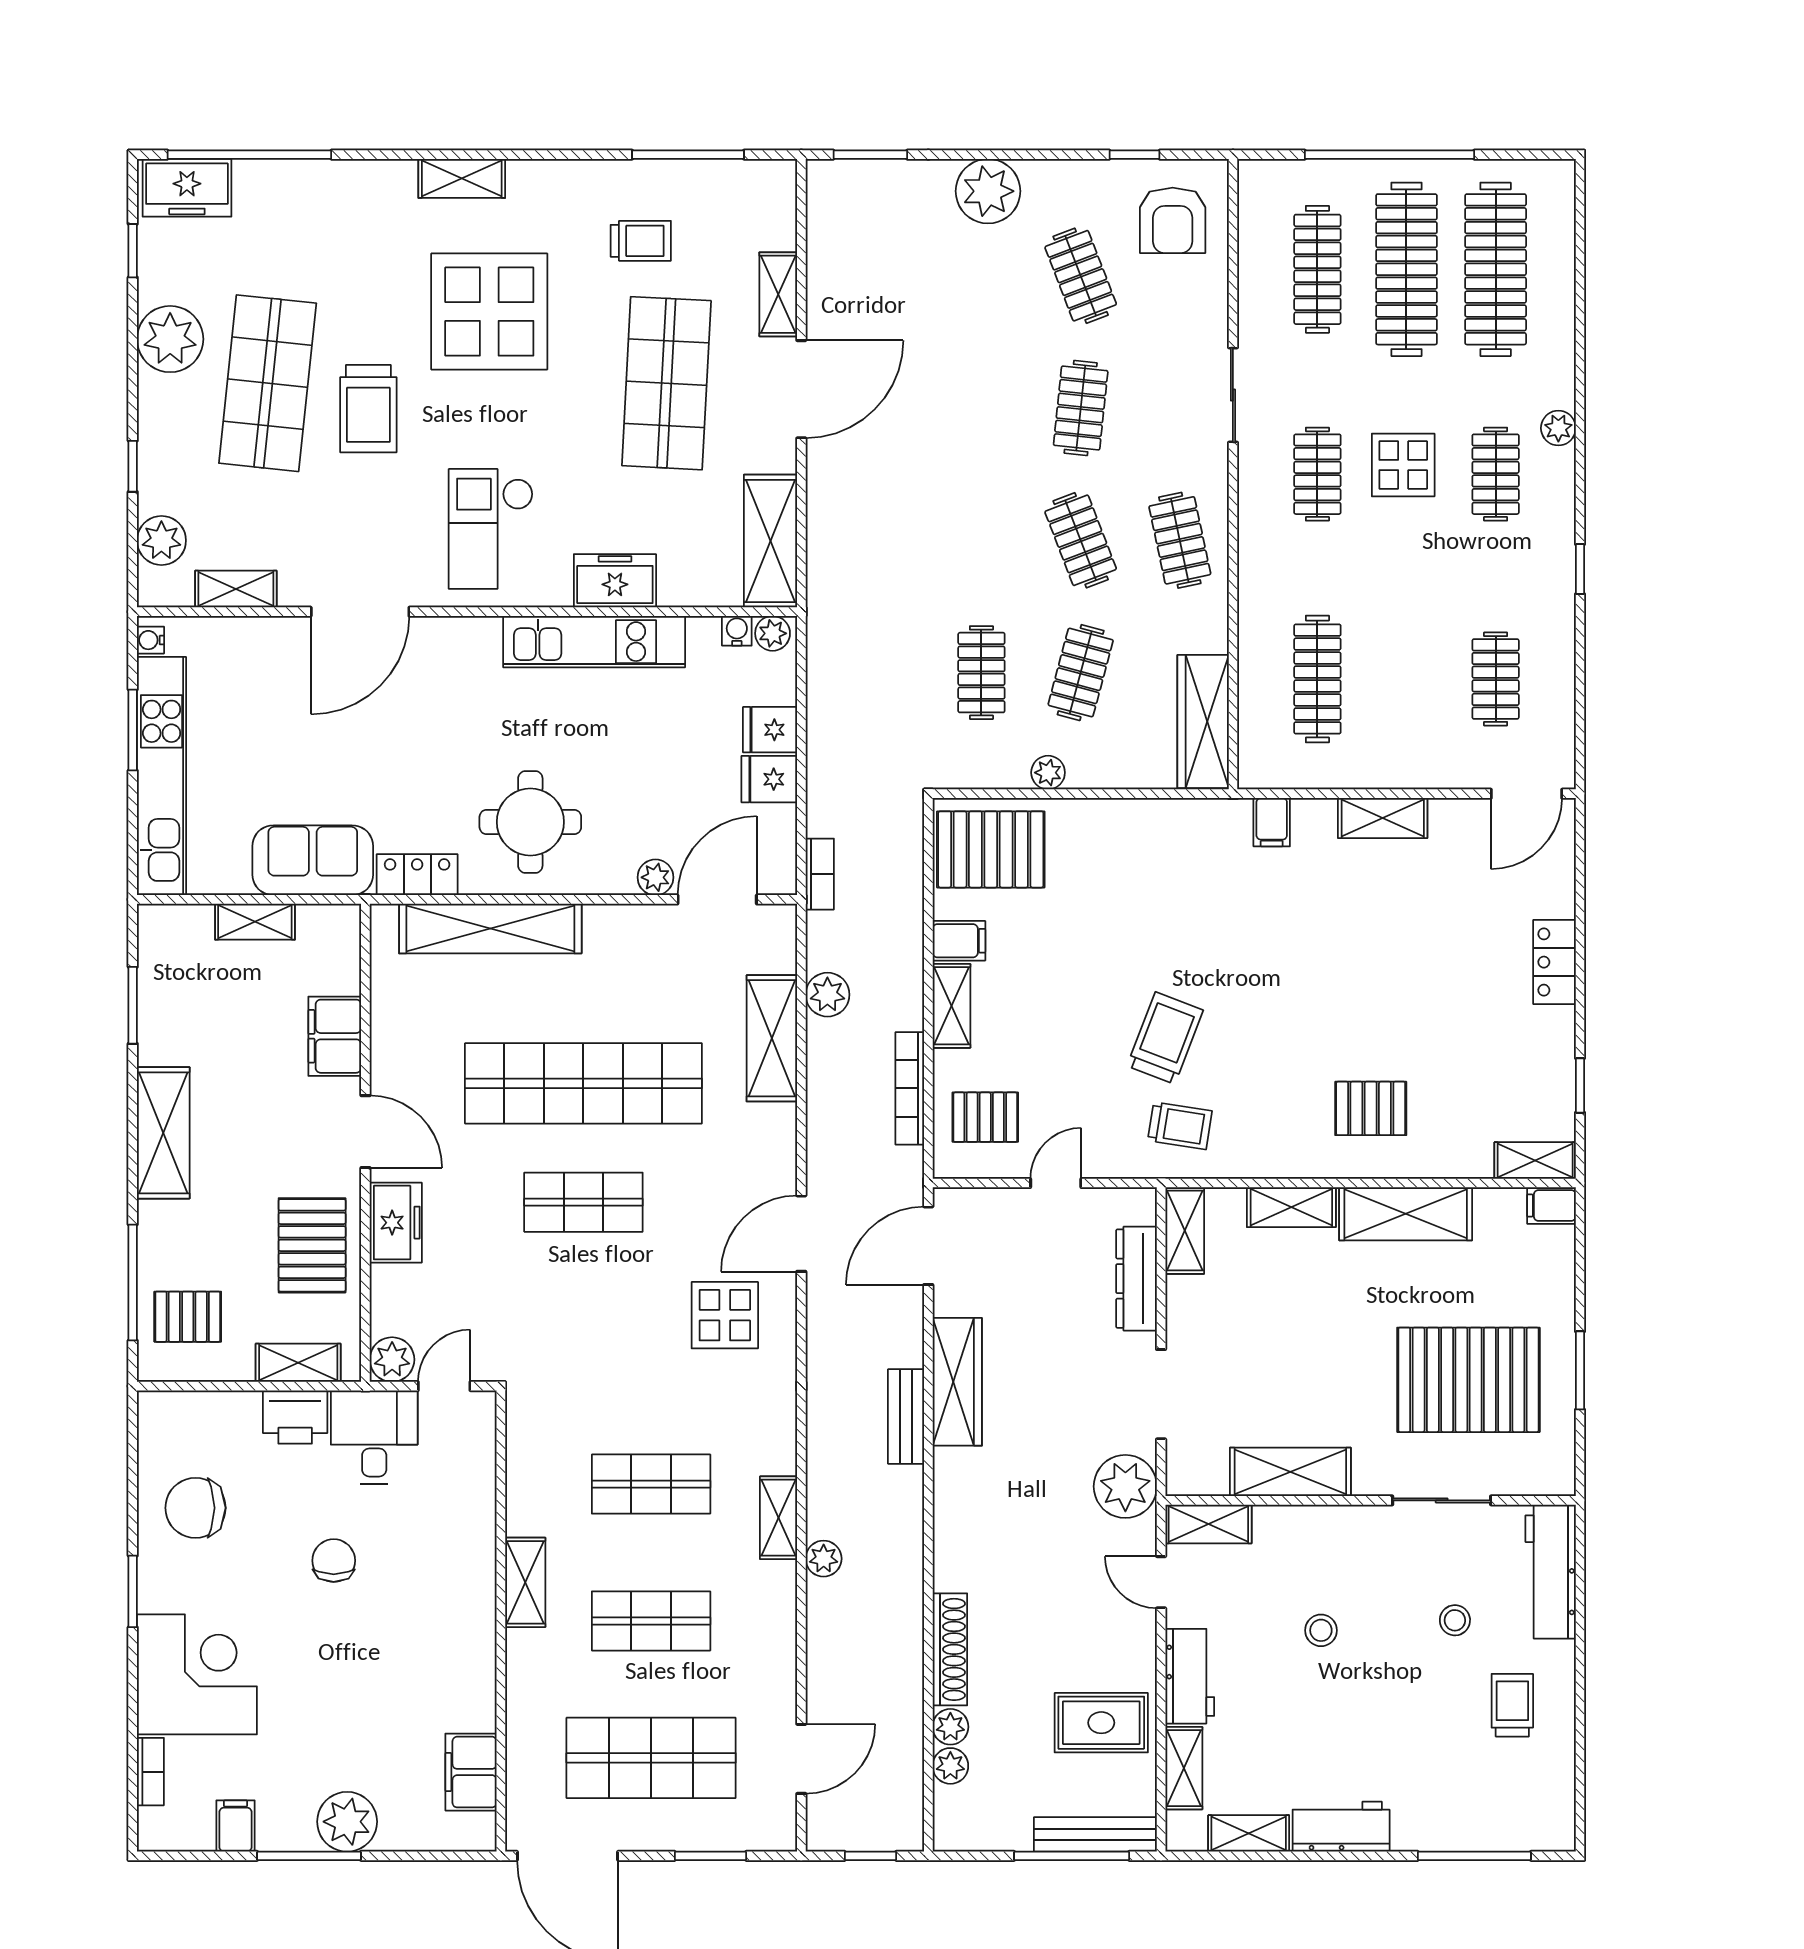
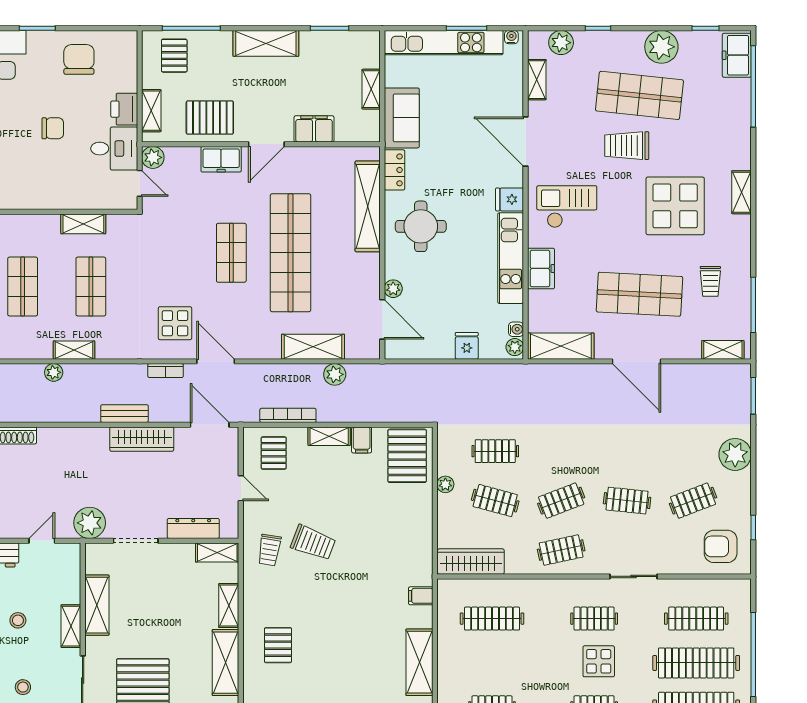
shelving: (778, 294) -> (723, 350), moved
fridge: (769, 779) -> (510, 199), moved, turned -90
shelving: (1383, 818) -> (419, 662), width x1.50, depth x1.33
bookcase: (820, 874) -> (166, 371), moved
shelving: (1208, 1524) -> (71, 626), moved
shelving: (525, 1582) -> (83, 224), moved

